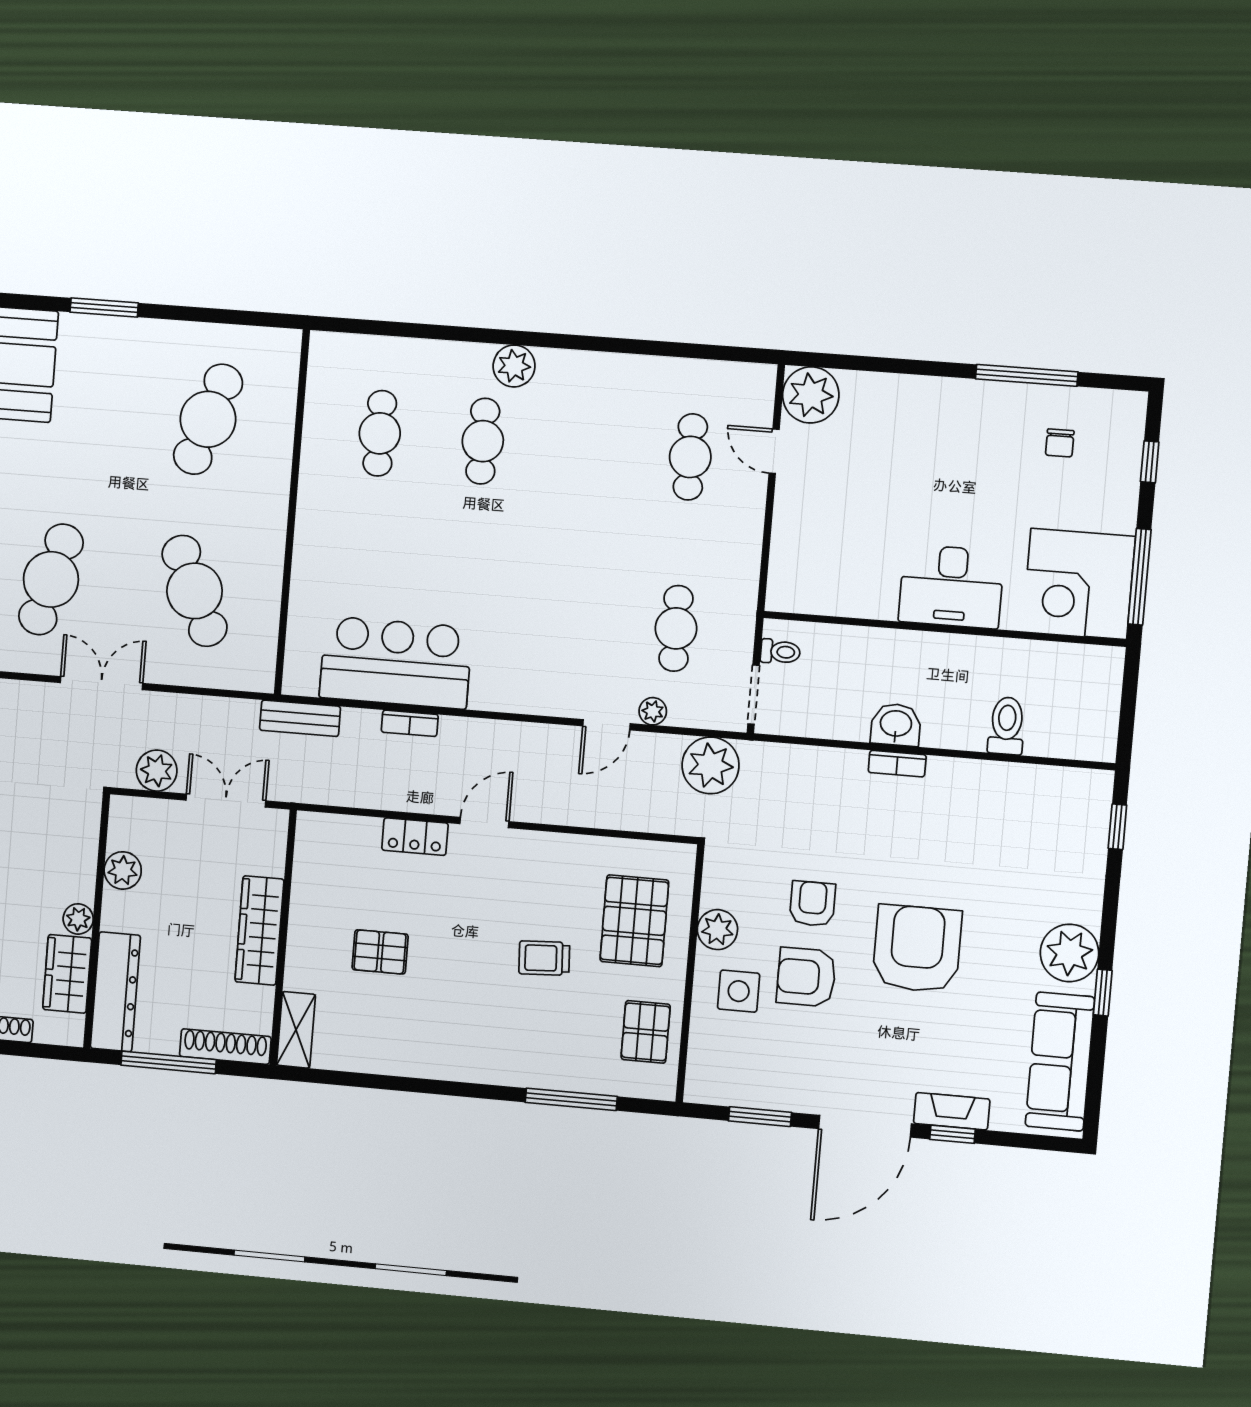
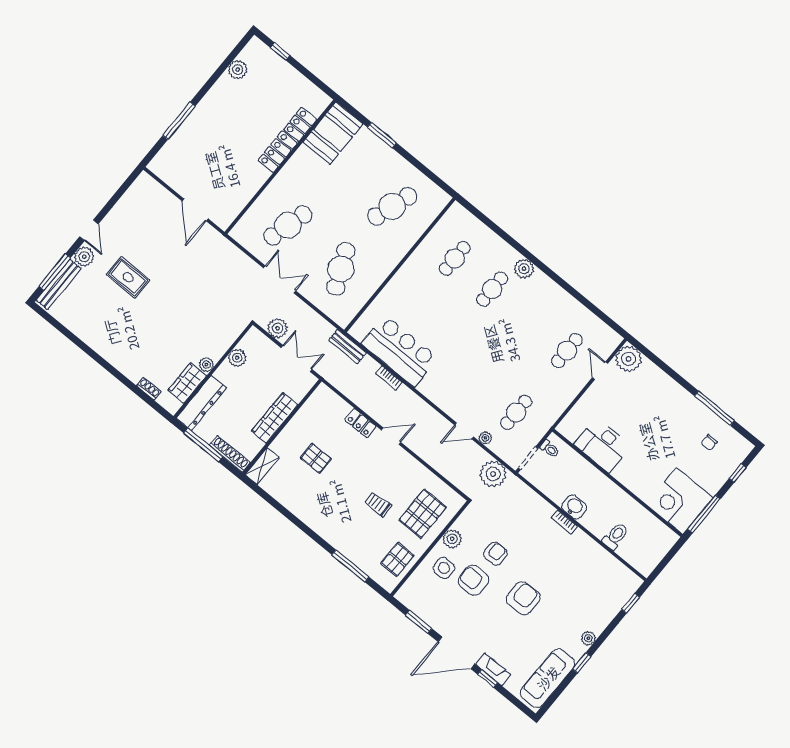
desk: (951, 586) -> (602, 445), moved
armchair: (917, 949) -> (523, 598), width x0.73, depth x0.73
plant: (1069, 953) -> (588, 638), width x0.53, depth x0.53

